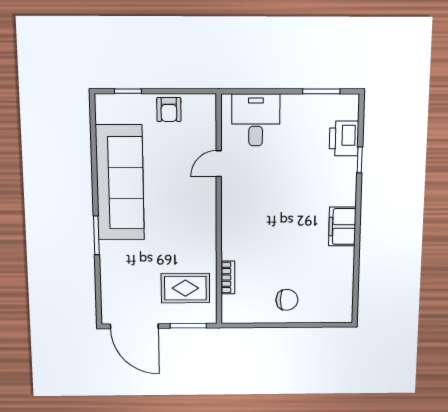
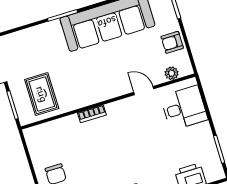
plant: (208, 122) -> (172, 73), added
bookcase: (228, 277) -> (92, 114), moved

